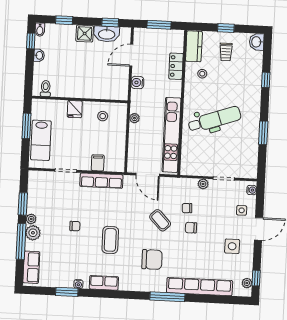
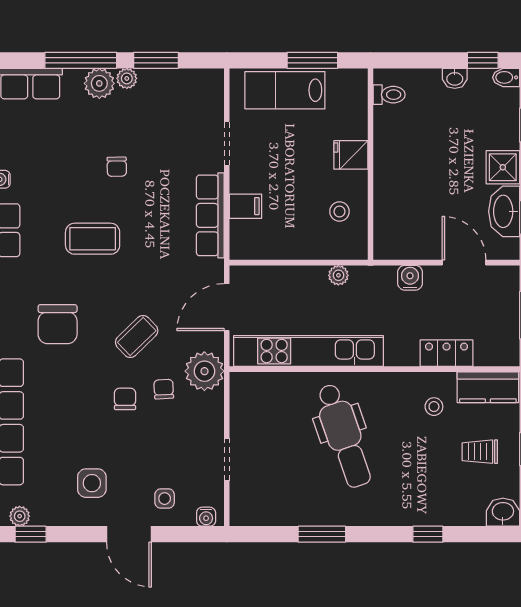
plant: (203, 184) -> (204, 371), moved, width x1.87, depth x1.87

